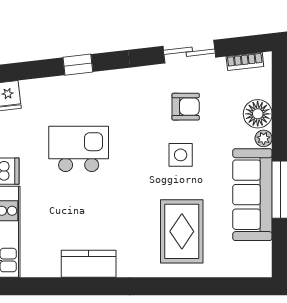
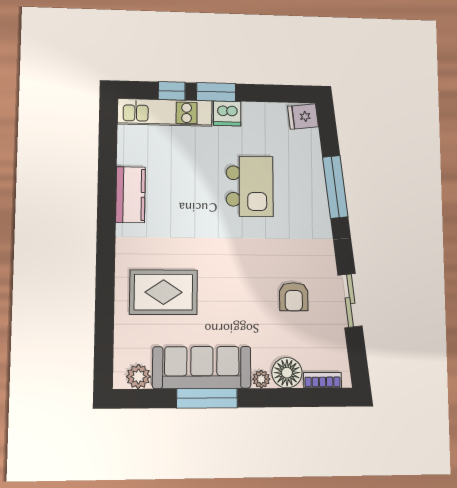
bookcase: (245, 62) -> (322, 380), moved, turned 97
window: (78, 65) -> (335, 187), width x2.17
side table: (181, 155) -> (244, 291), removed
plant: (261, 254) -> (138, 377), added

